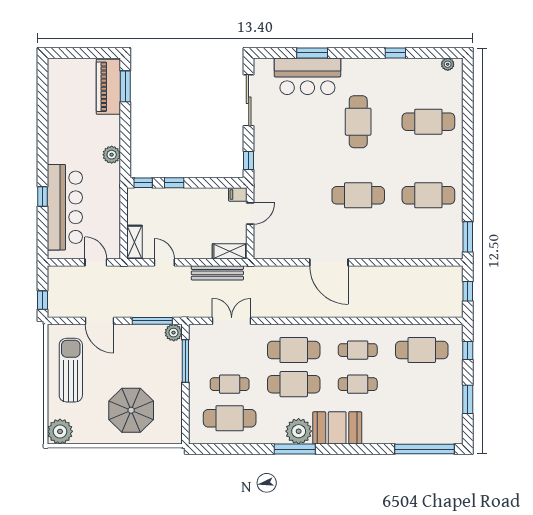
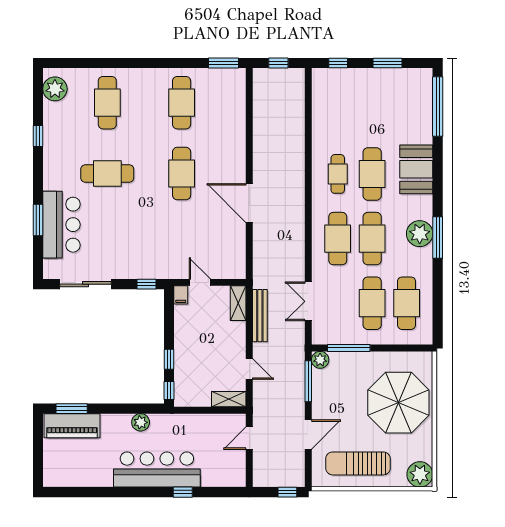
plant: (448, 64) -> (55, 89), width x1.88, depth x1.88
bar counter: (65, 207) -> (157, 470), moved
door: (164, 262) -> (249, 369), swing flipped
door: (329, 262) -> (249, 203), swing flipped
cafe table: (422, 350) -> (338, 109), removed
cafe table: (230, 384) -> (372, 303), width x1.37, depth x1.35
cafe table: (358, 384) -> (372, 174), width x1.37, depth x1.35
parasol: (131, 410) -> (398, 403), width x1.36, depth x1.36
booth: (337, 428) -> (416, 169), moved

